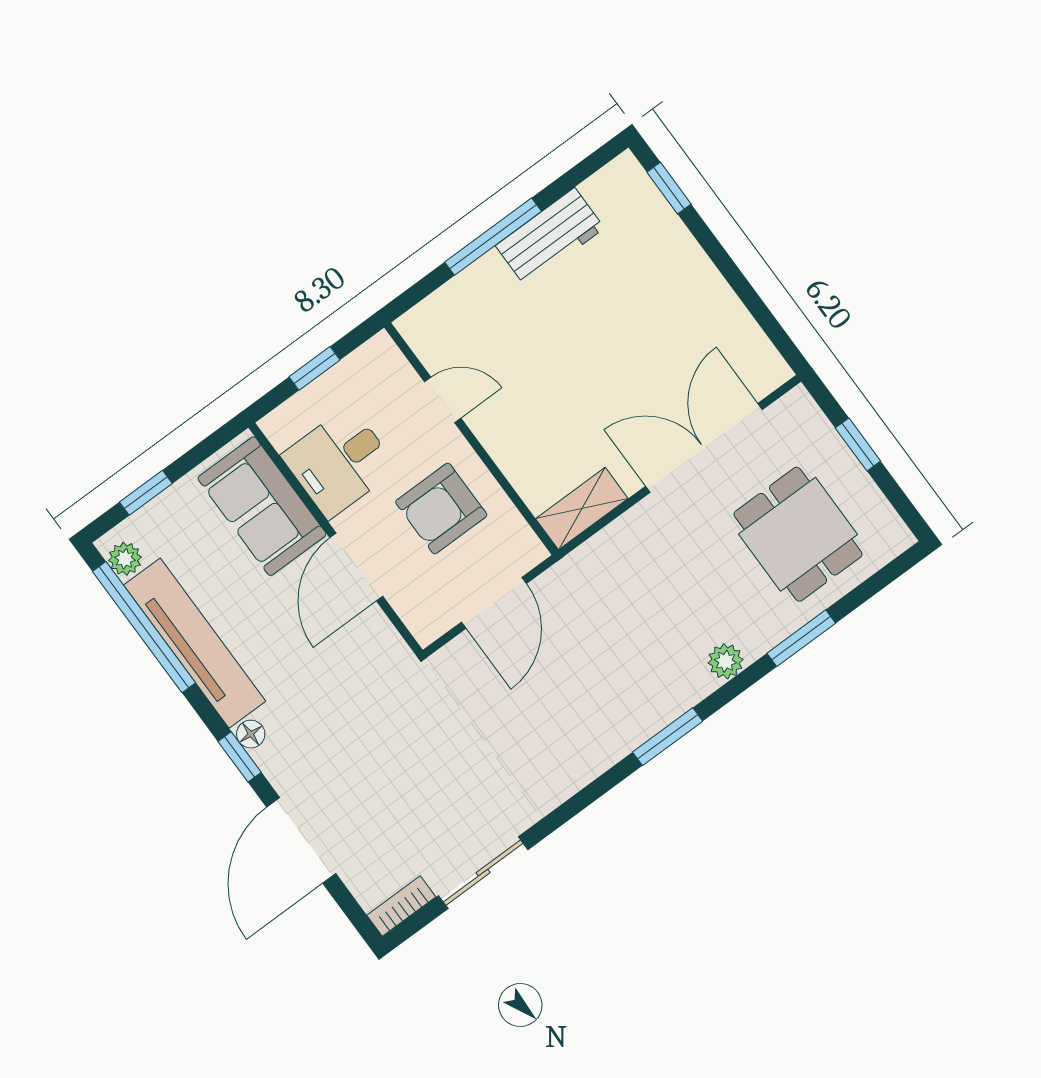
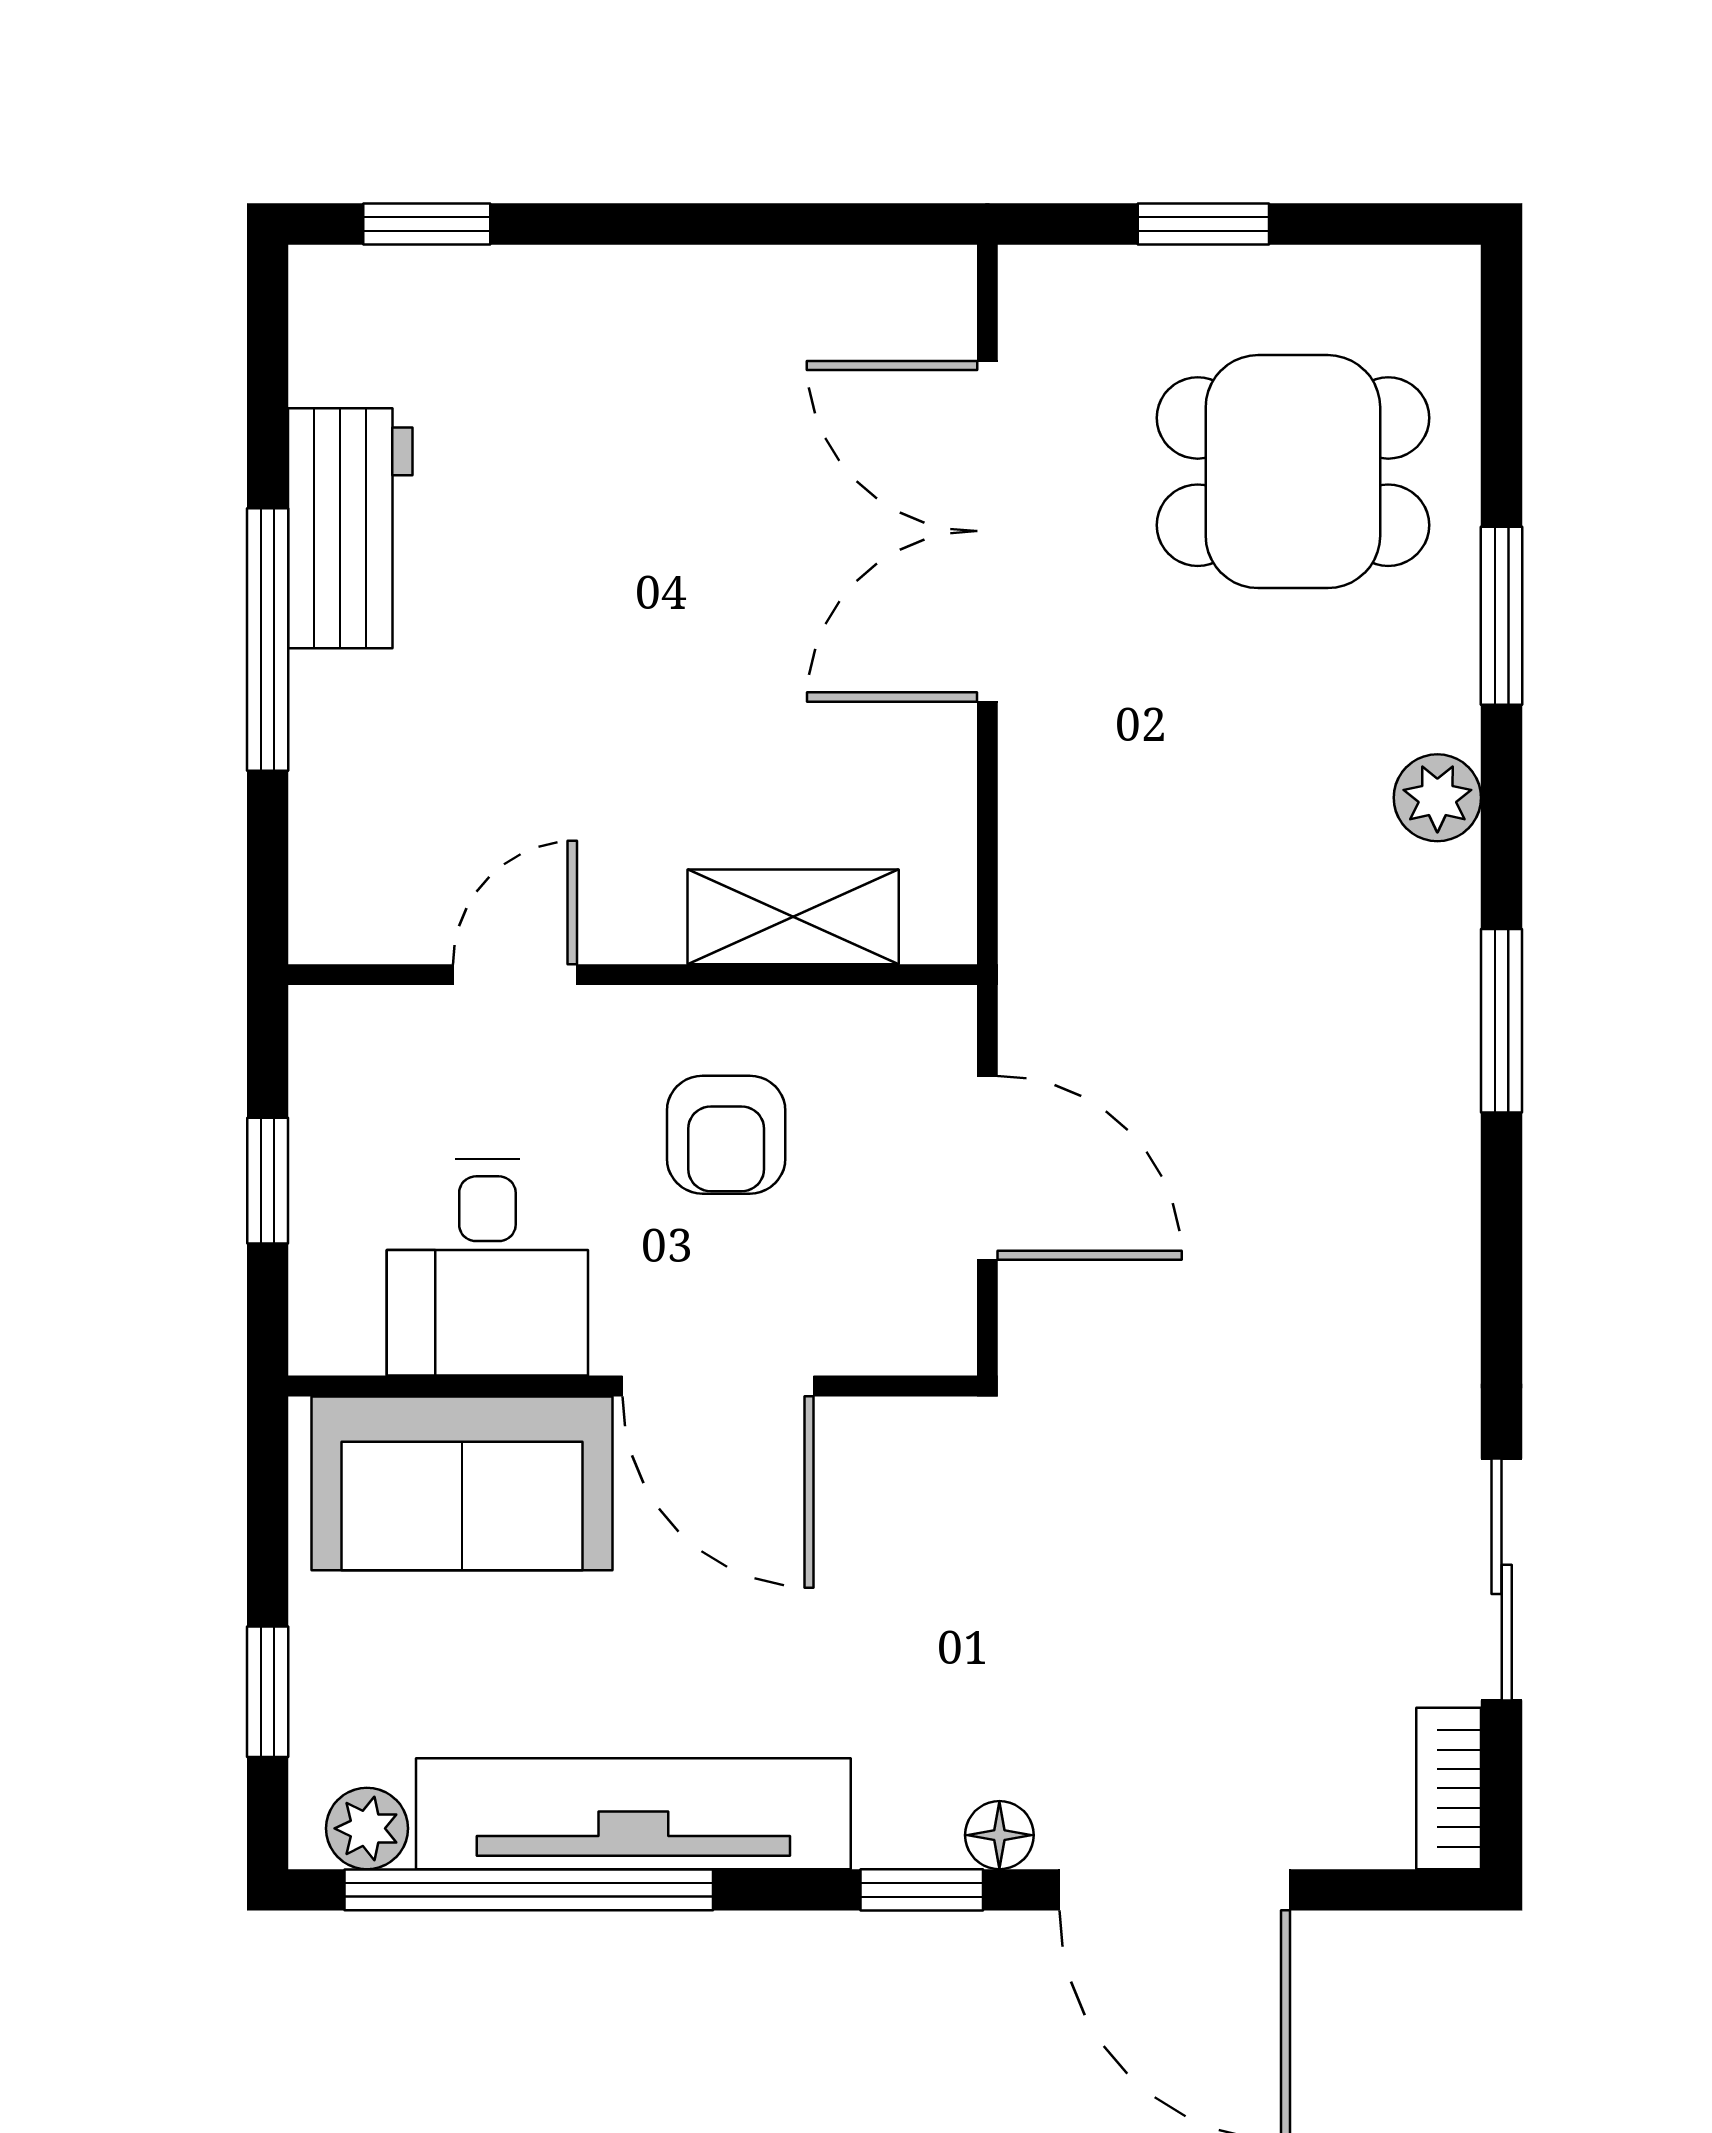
armchair: (441, 508) -> (726, 1135), width x0.72, depth x0.72
shelving: (582, 509) -> (793, 917), moved, turned 90
floor lamp: (251, 734) -> (999, 1835), moved

